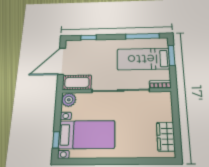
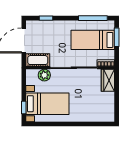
plant: (69, 100) -> (44, 75), moved
wardrobe: (166, 137) -> (108, 80), moved

